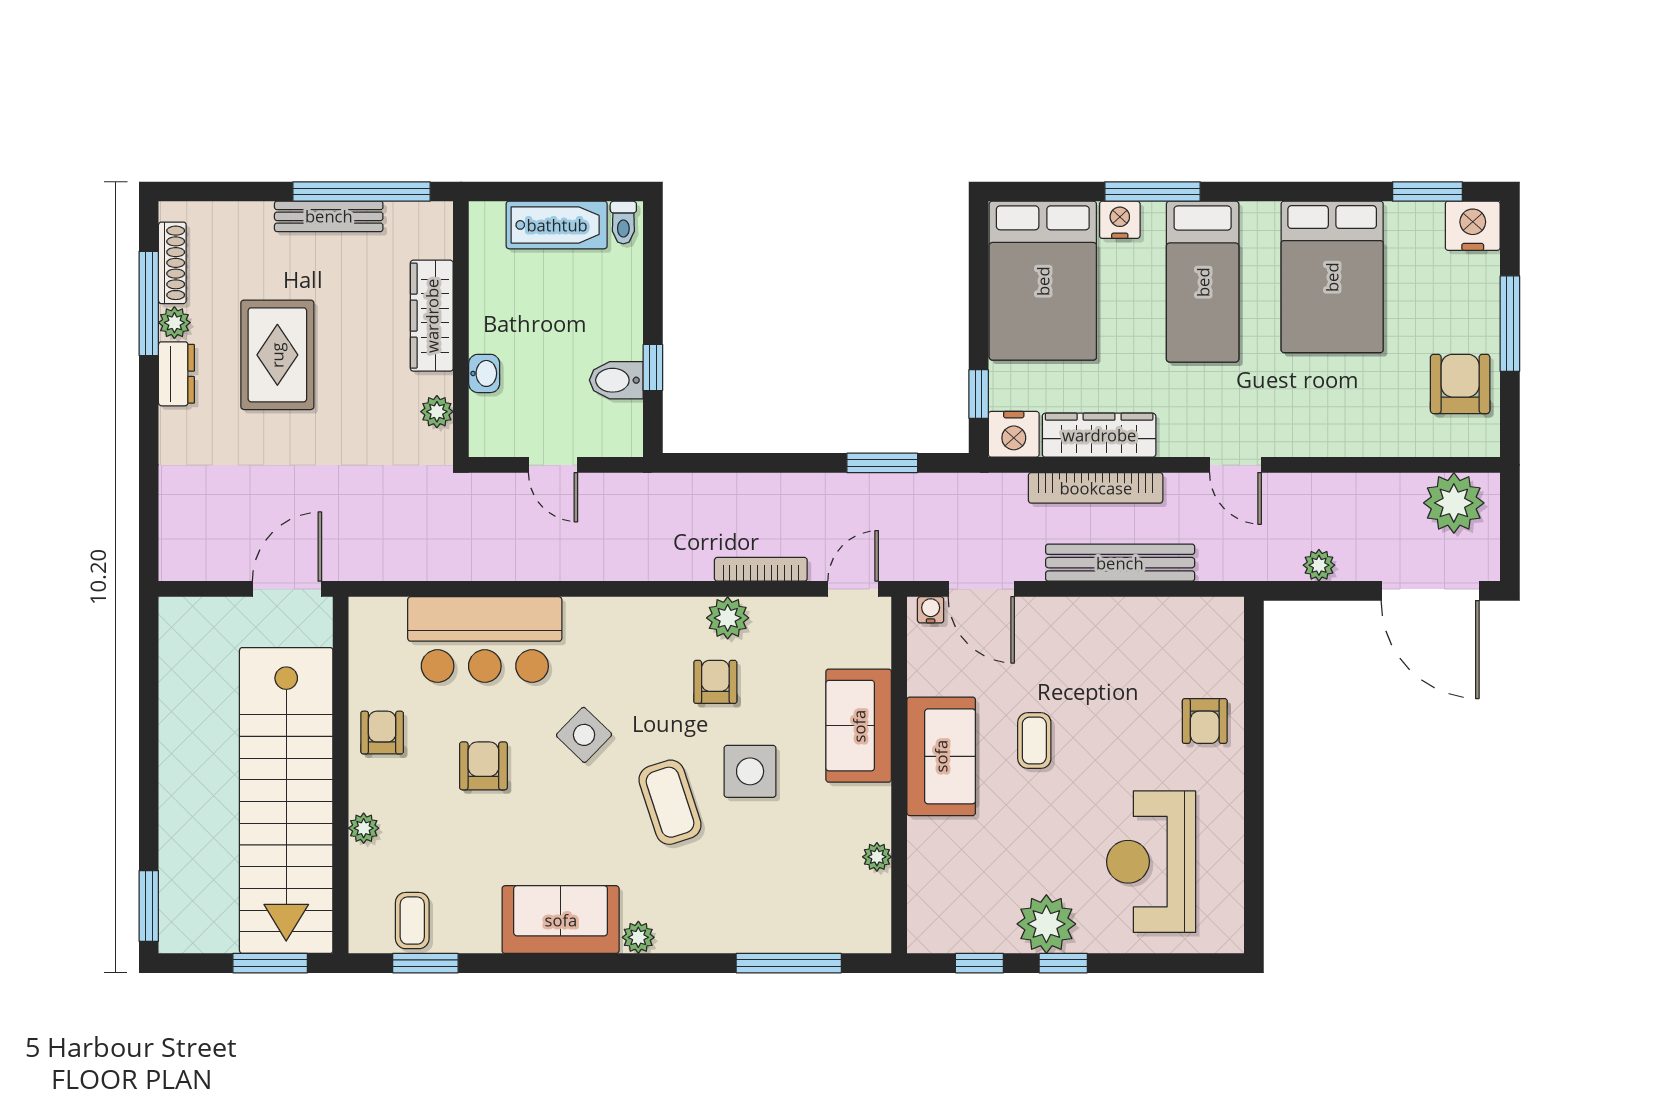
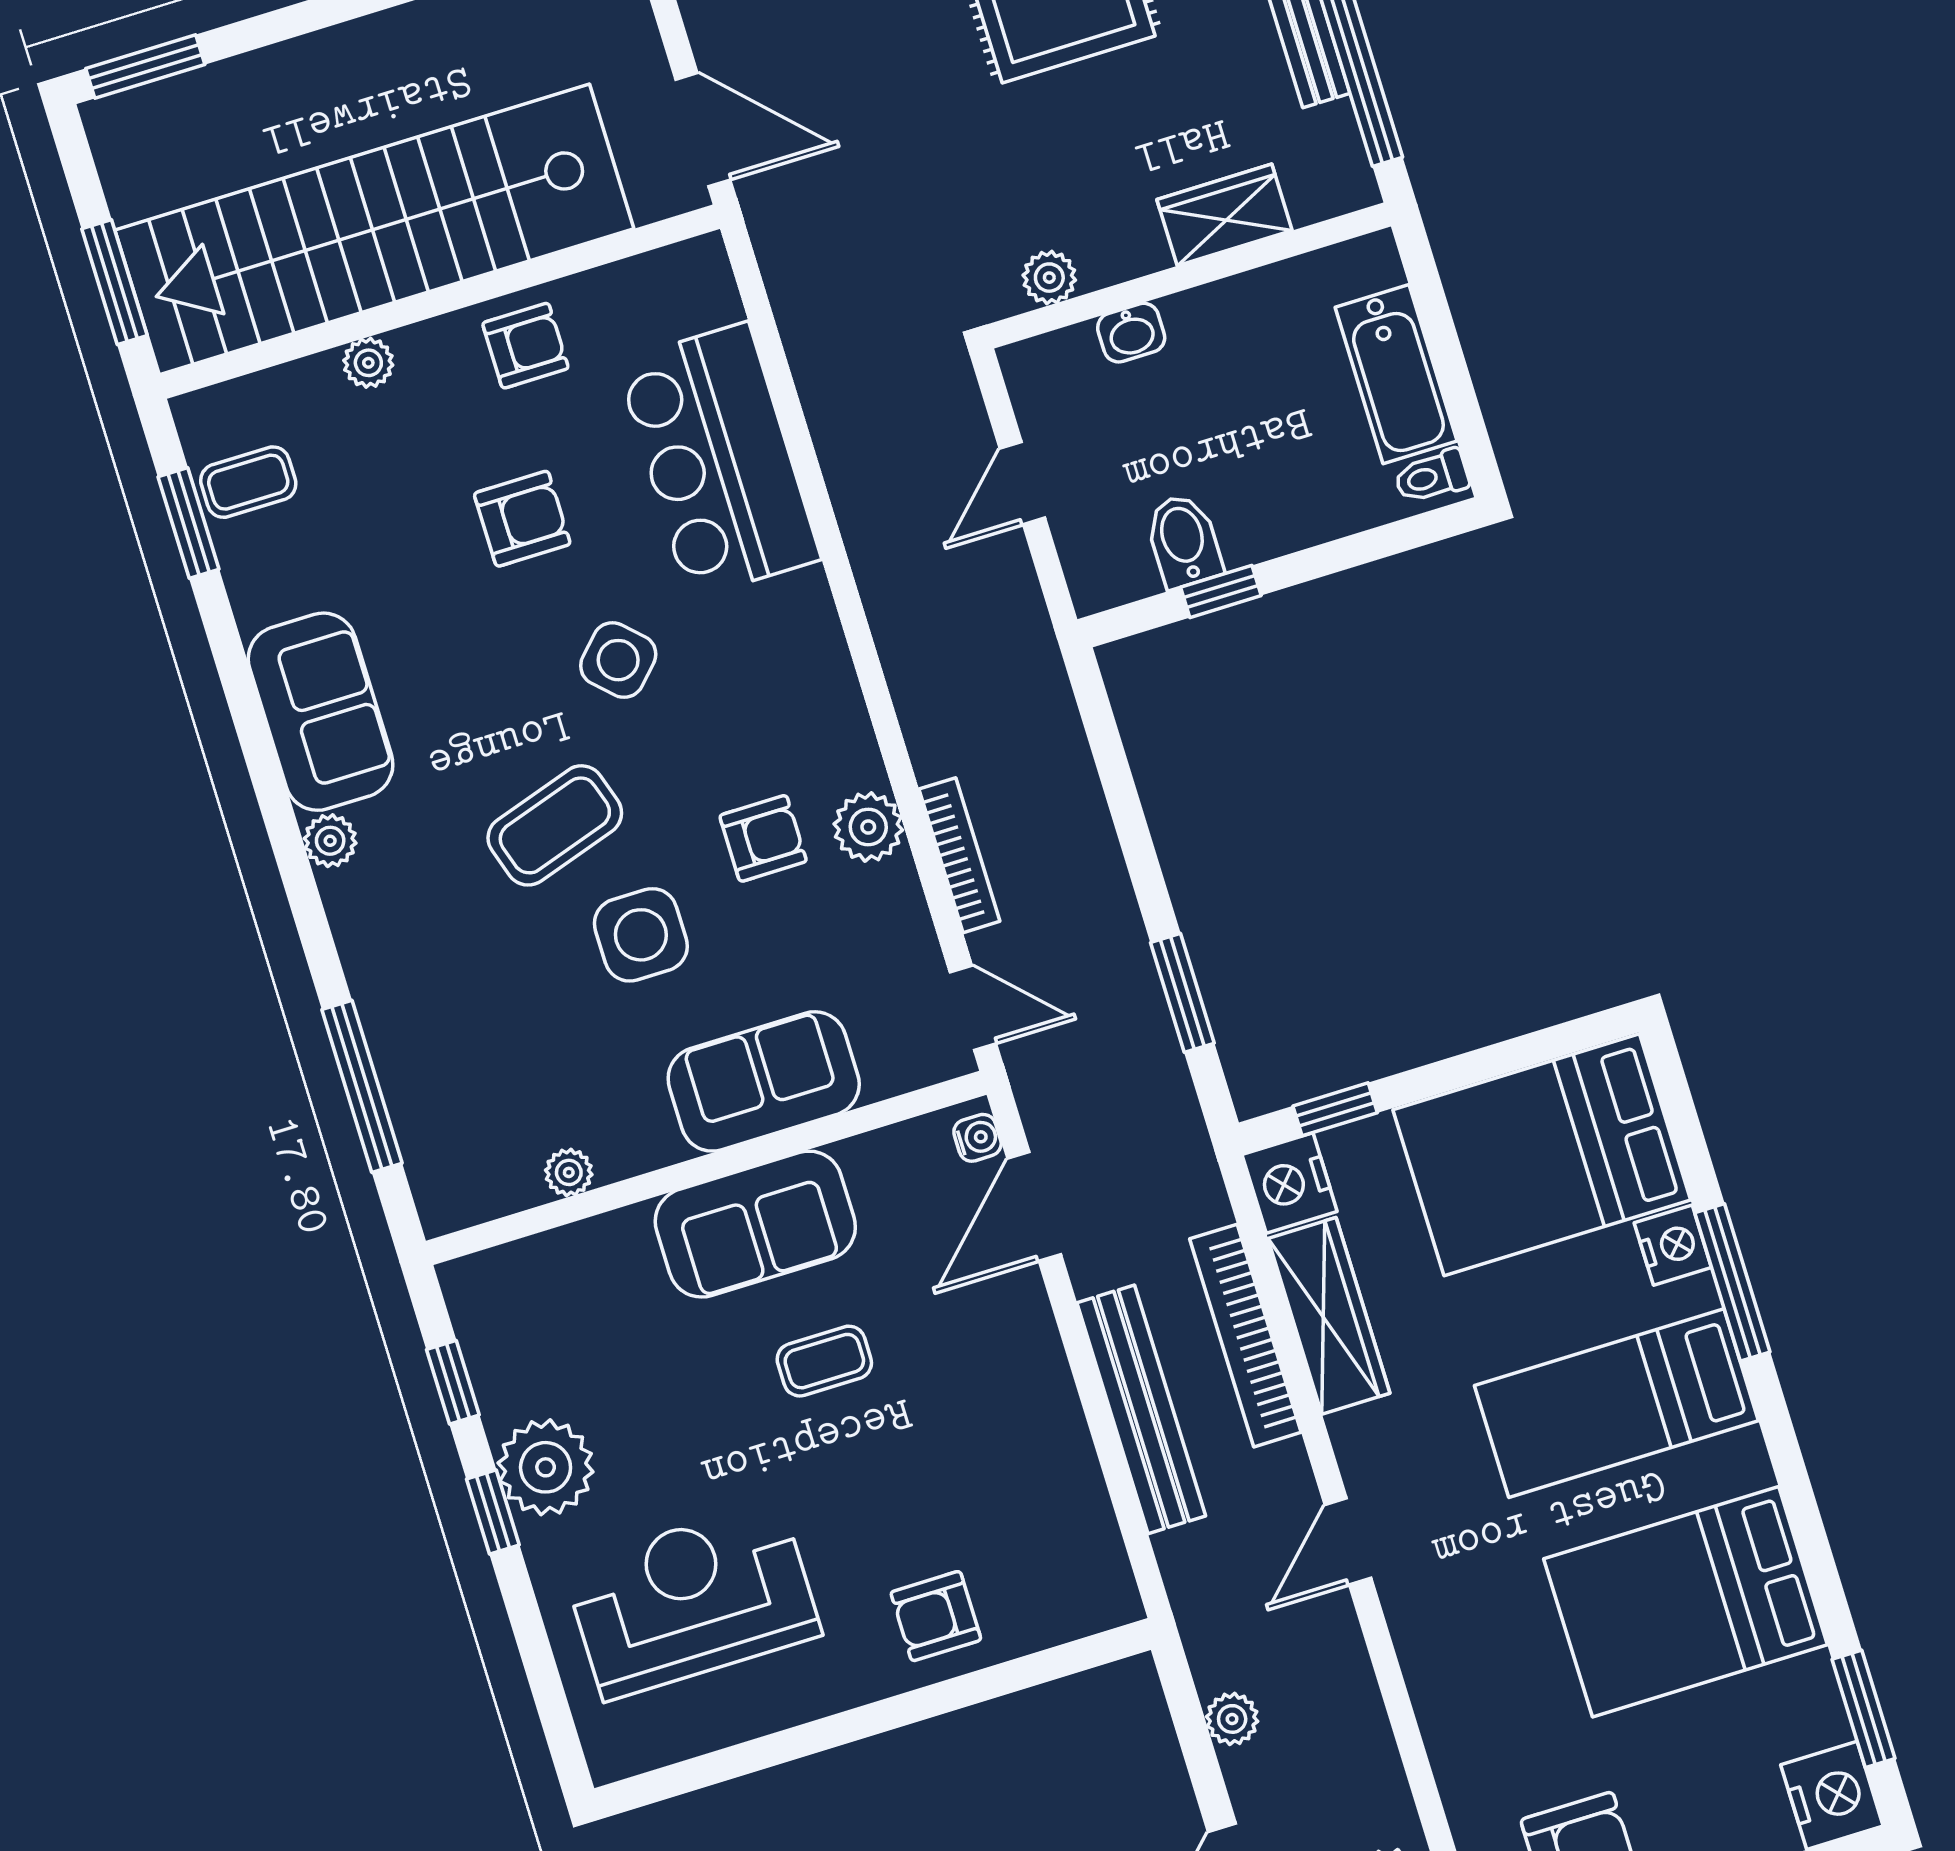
wardrobe: (432, 316) -> (1224, 215), width x0.67

